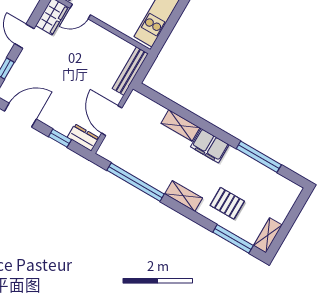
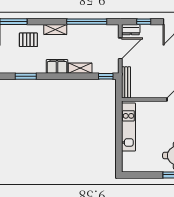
window: (152, 95) -> (106, 76), added
door: (112, 121) -> (120, 48), hinge flipped
window: (259, 157) -> (26, 76), width x0.69

